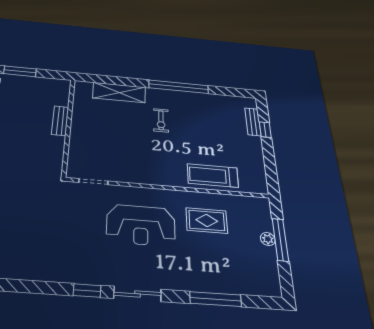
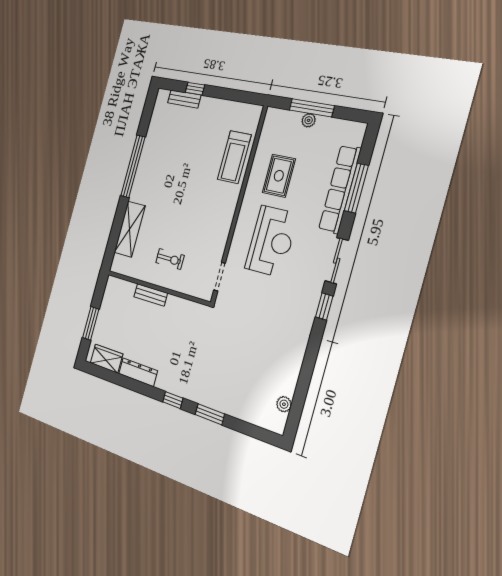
exercise bike: (161, 120) -> (170, 259), moved
row of seats: (210, 283) -> (340, 189), added

